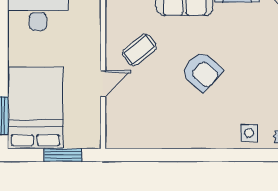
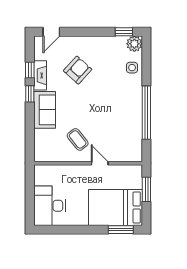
armchair: (202, 71) -> (78, 70), moved
window: (180, 155) -> (146, 113), added

